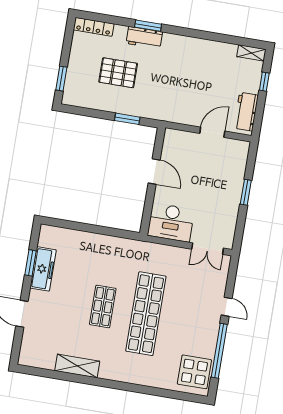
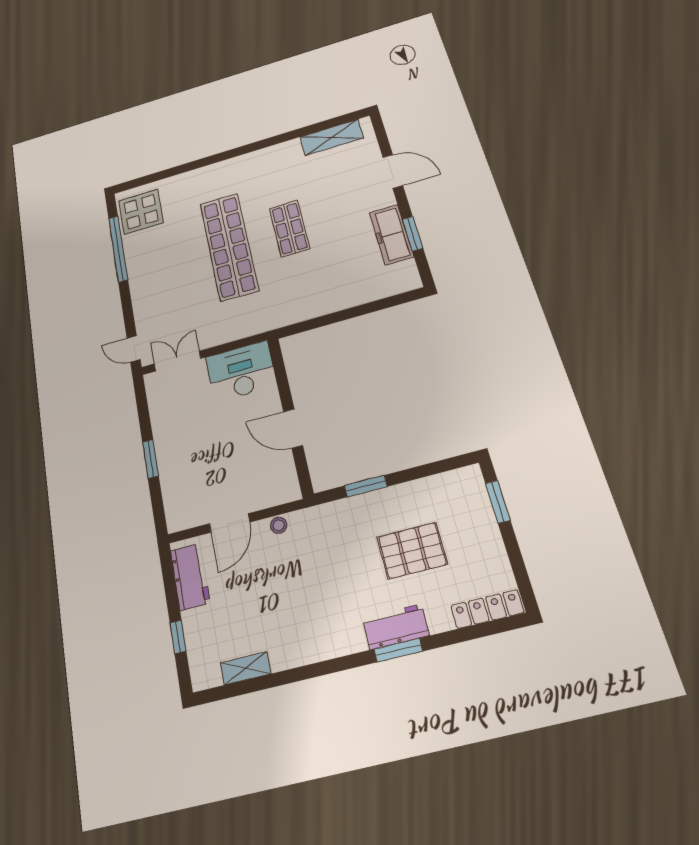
shelving: (251, 53) -> (246, 668), moved
stool: (185, 118) -> (279, 525), added
door: (227, 307) -> (134, 349), moved
shelving: (77, 366) -> (332, 137), moved

